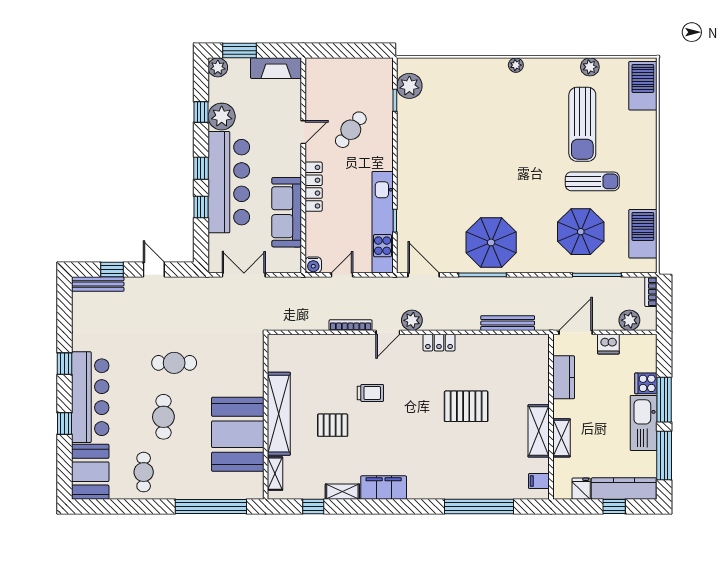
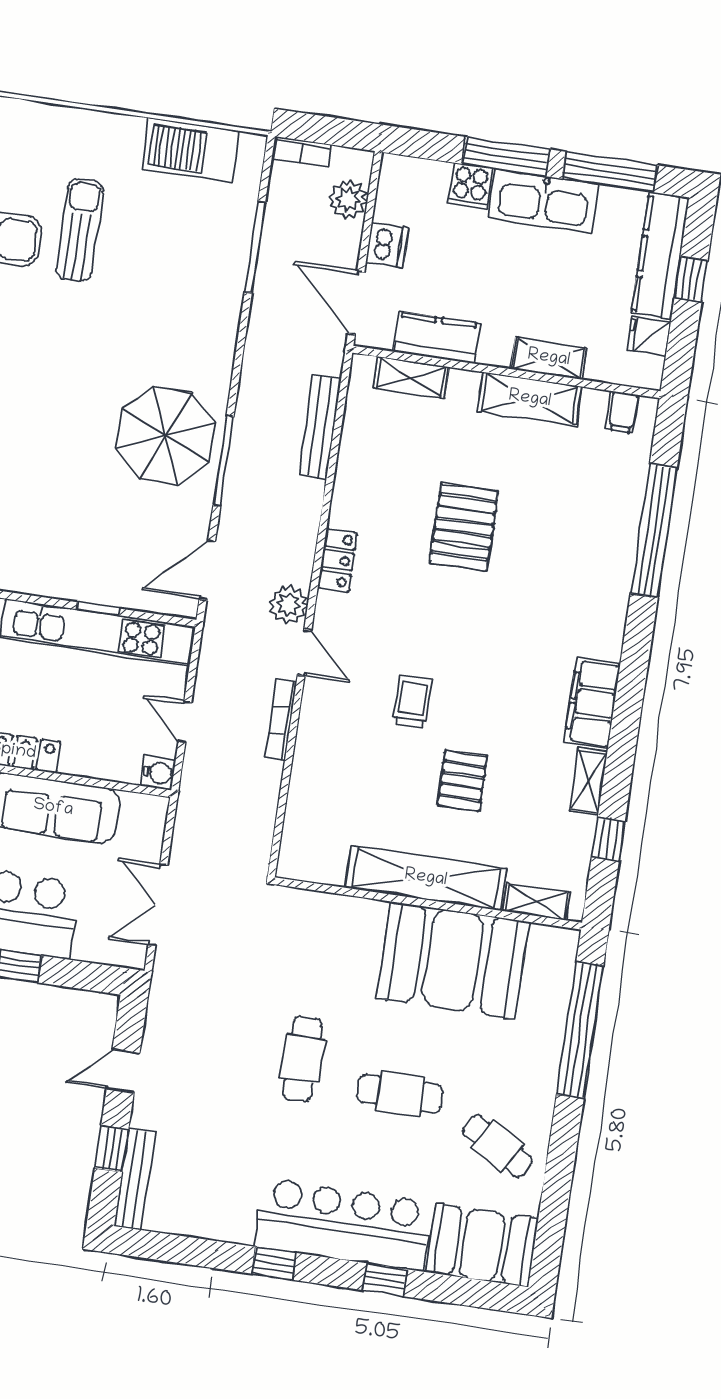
parasol: (581, 232) -> (170, 266), removed
shelving: (541, 367) -> (411, 377), added
cafe table: (144, 472) -> (497, 1146), turned 31

